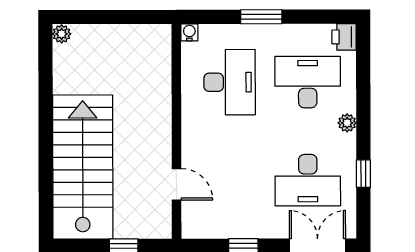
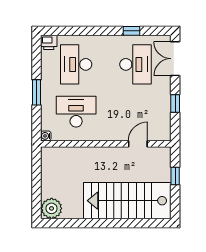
plant: (62, 34) -> (52, 208), width x1.88, depth x1.88
plant: (347, 123) -> (101, 41), removed

